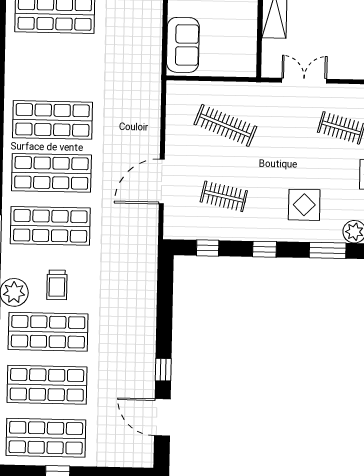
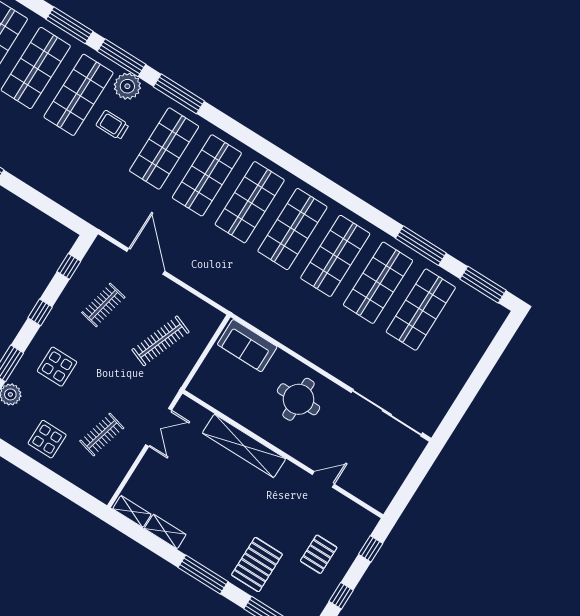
shop shelf: (54, 67) -> (292, 229), added

